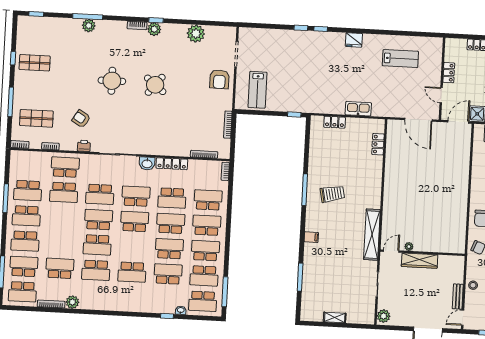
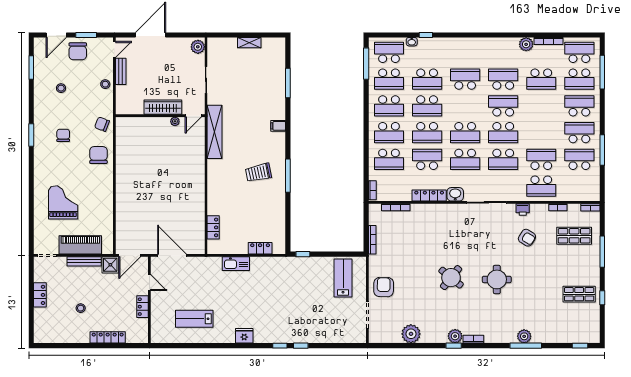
school desk: (100, 194) -> (503, 159), turned 180
school desk: (204, 276) -> (389, 79), turned 180

